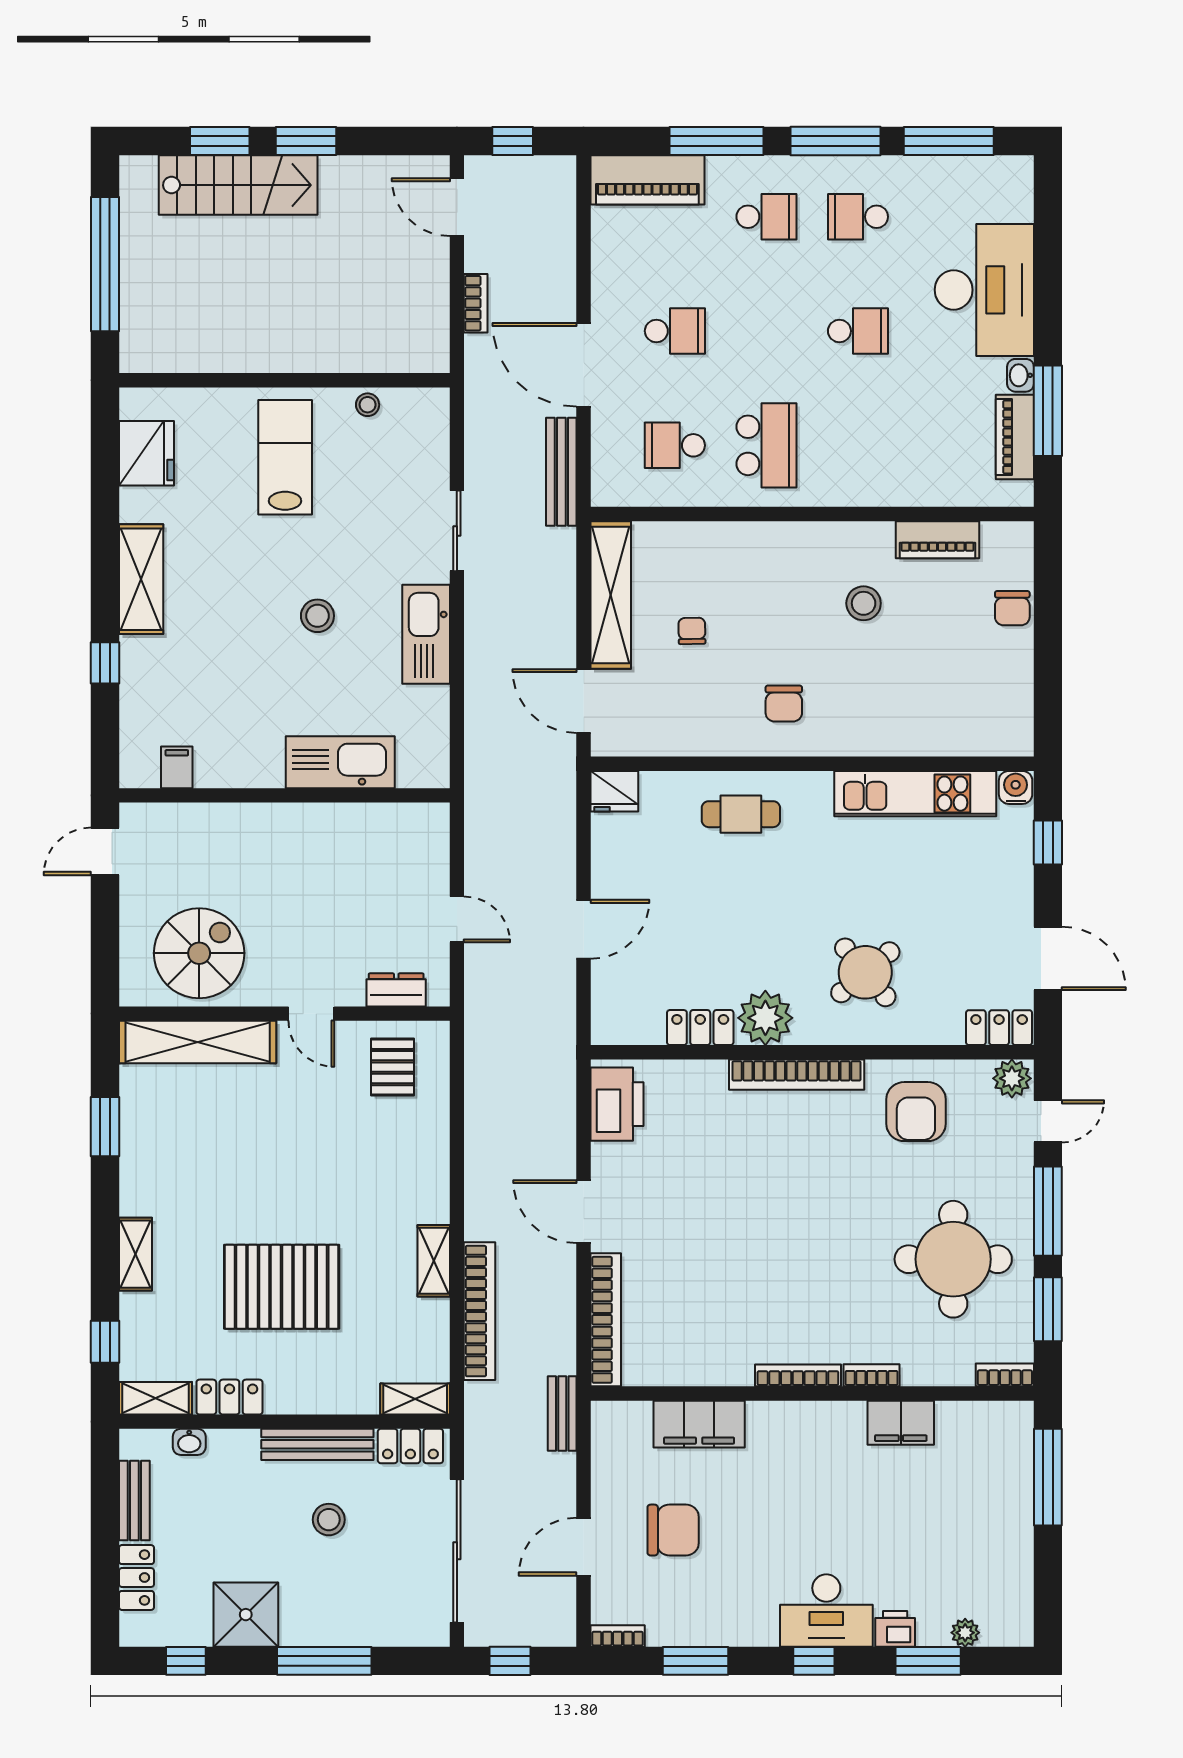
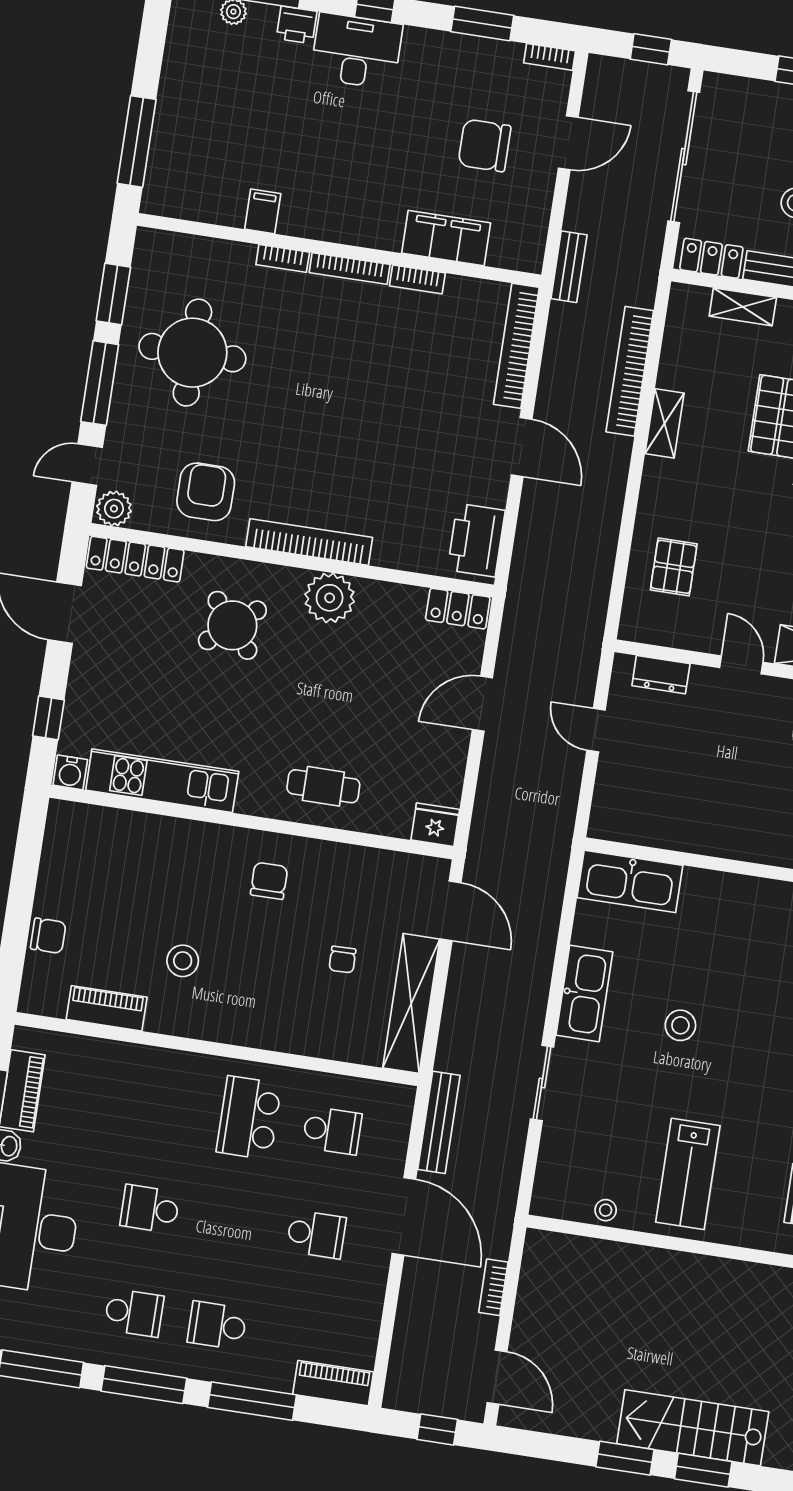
piano: (647, 180) -> (333, 1383), width x0.73, depth x0.75
school desk: (675, 331) -> (316, 1234), turned 180
chair: (1012, 608) -> (48, 936), turned 90
kitchen sink: (340, 762) -> (630, 881), moved
locker: (700, 1028) -> (458, 609), moved
locker: (999, 1028) -> (135, 559), width x1.53
pallet: (392, 1067) -> (674, 567), moved
bookcase: (1005, 1375) -> (417, 279), moved
shelving: (415, 1399) -> (743, 307), moved
filing cabinet: (901, 1423) -> (263, 211), width x0.50

